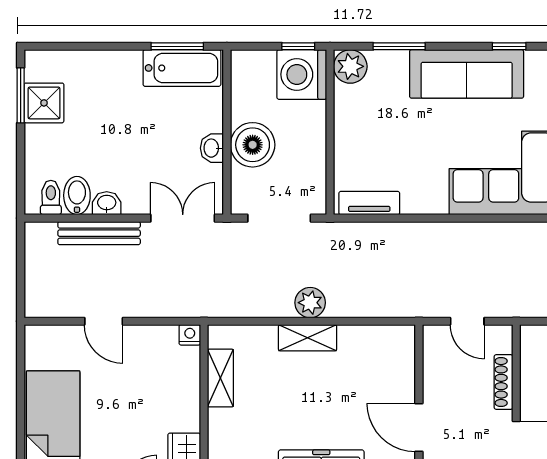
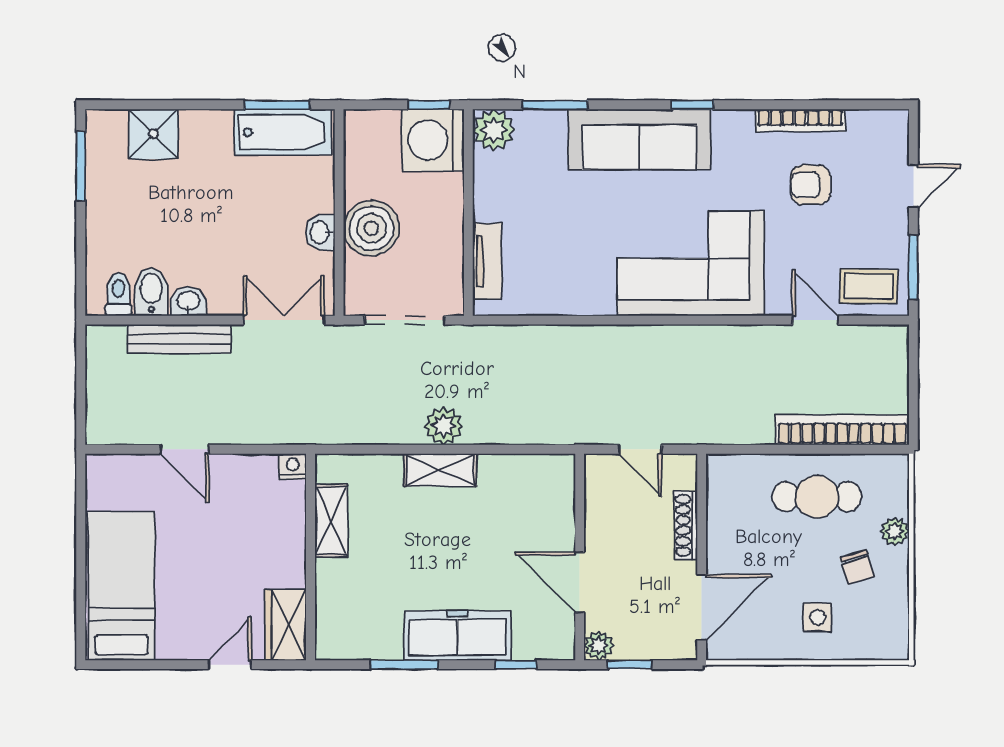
shower: (44, 103) -> (153, 134), moved
tv unit: (369, 203) -> (487, 261), moved, turned 90

